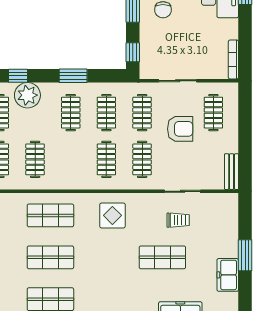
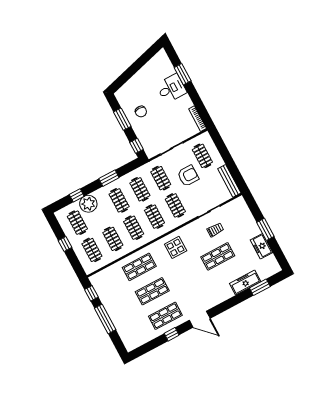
clothes rail: (71, 159) -> (134, 228), added
bench: (232, 172) -> (229, 181), width x1.36

